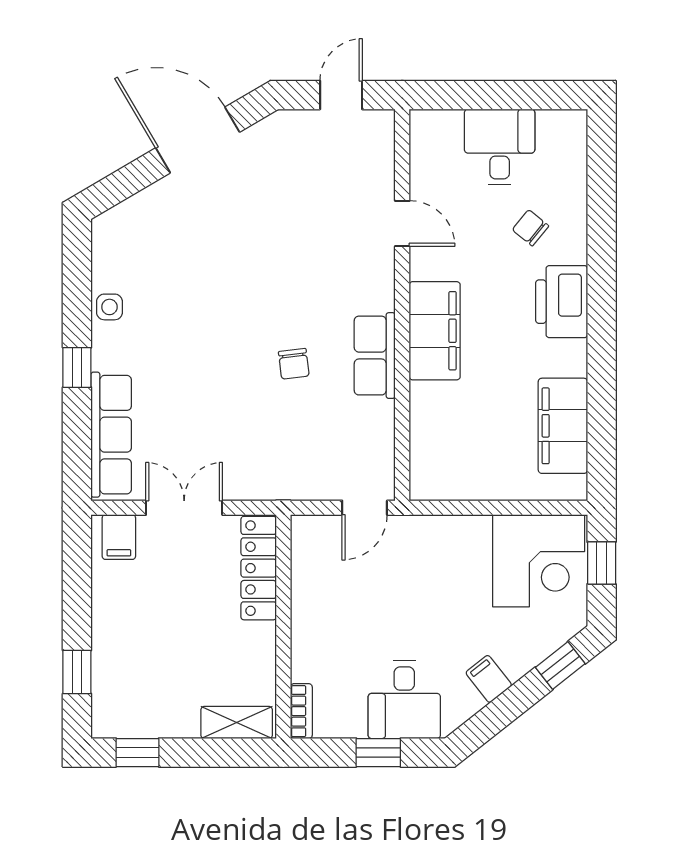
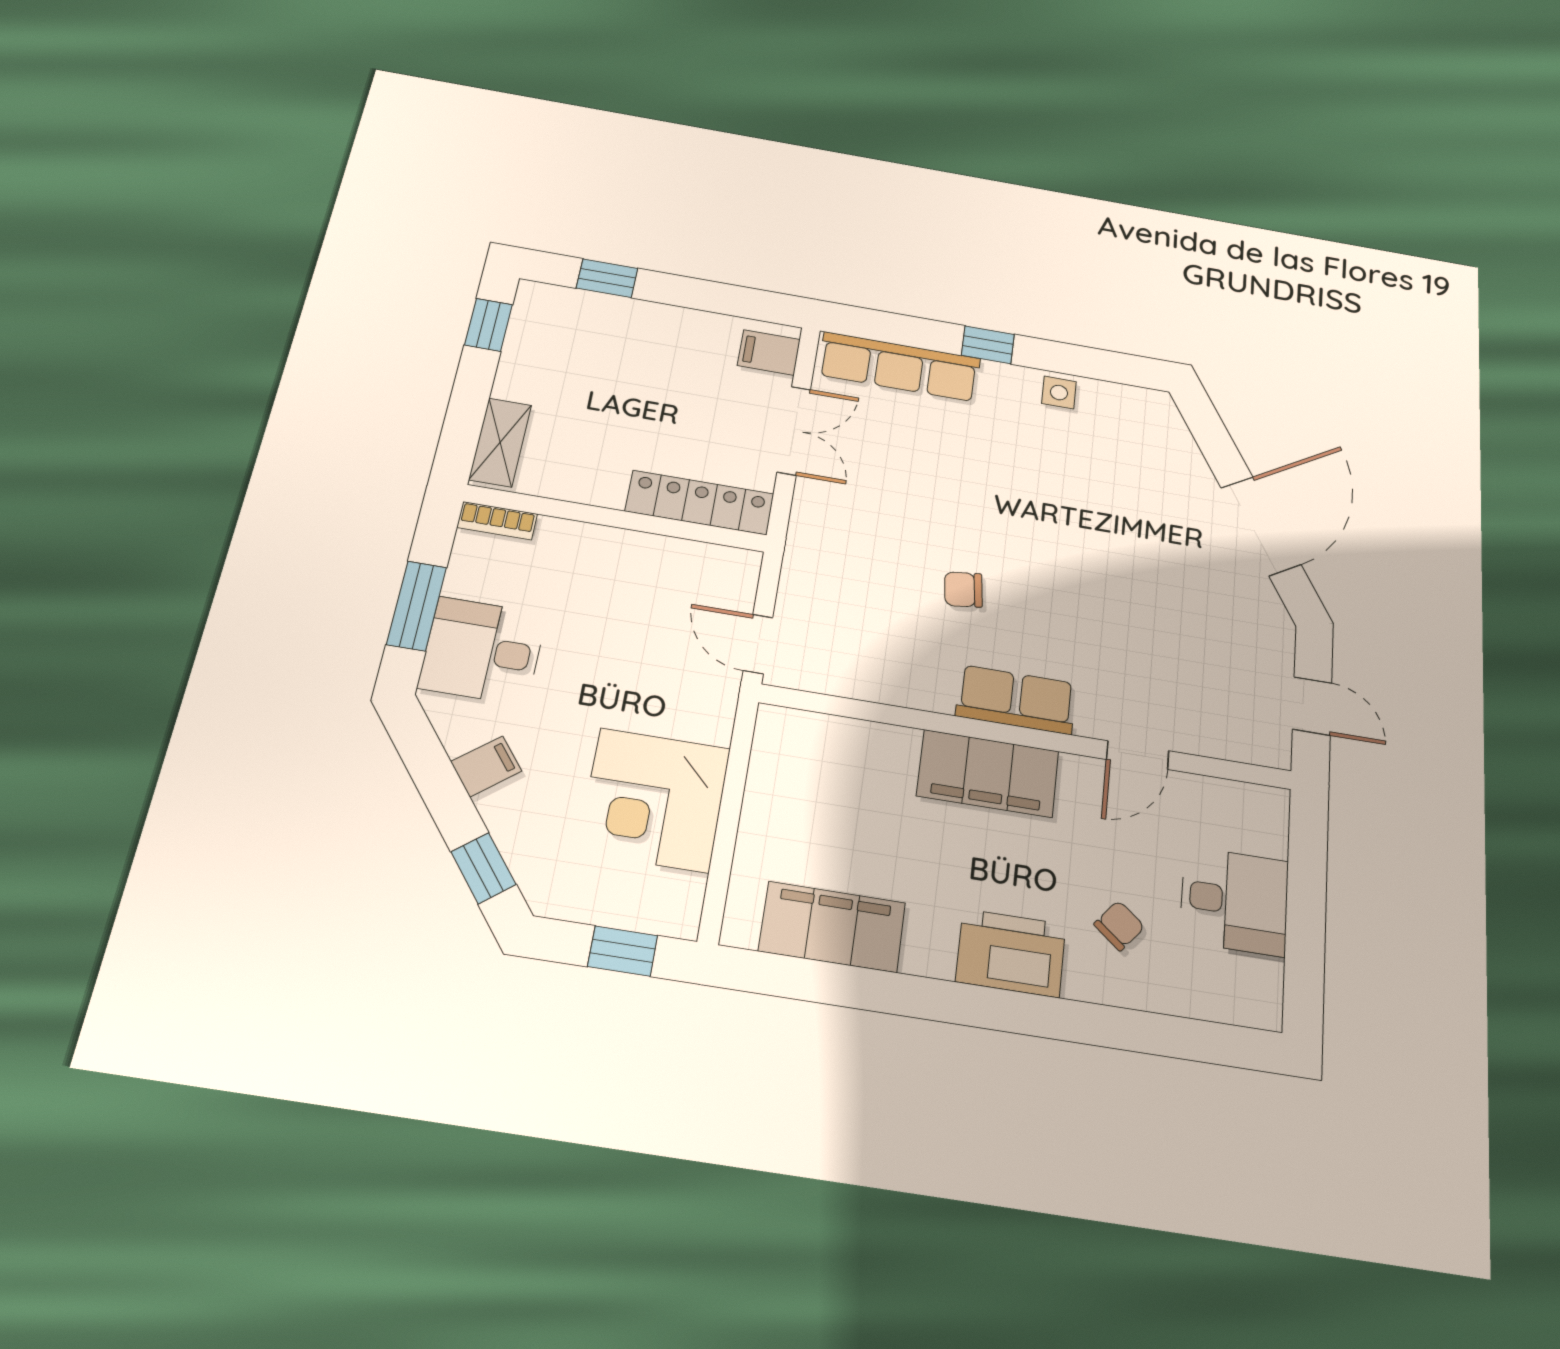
row of seats: (375, 356) -> (1016, 700), moved
corner desk: (539, 561) -> (654, 800), moved
window: (378, 753) -> (417, 606), width x1.50

